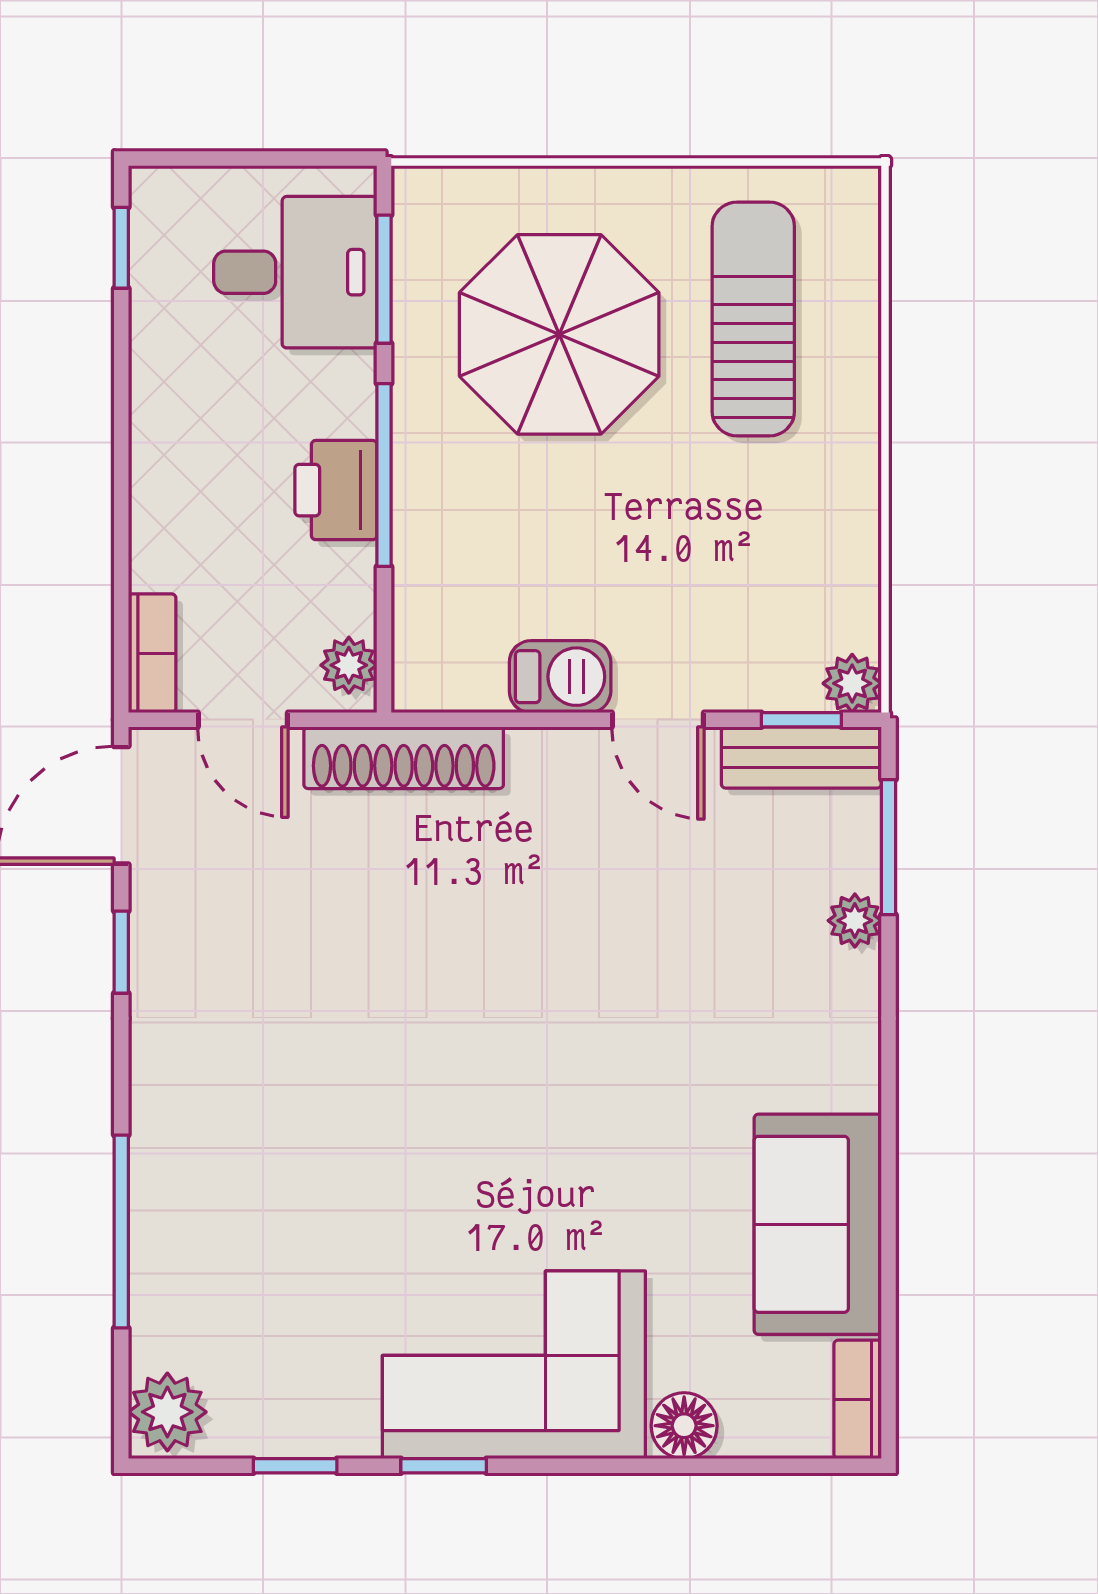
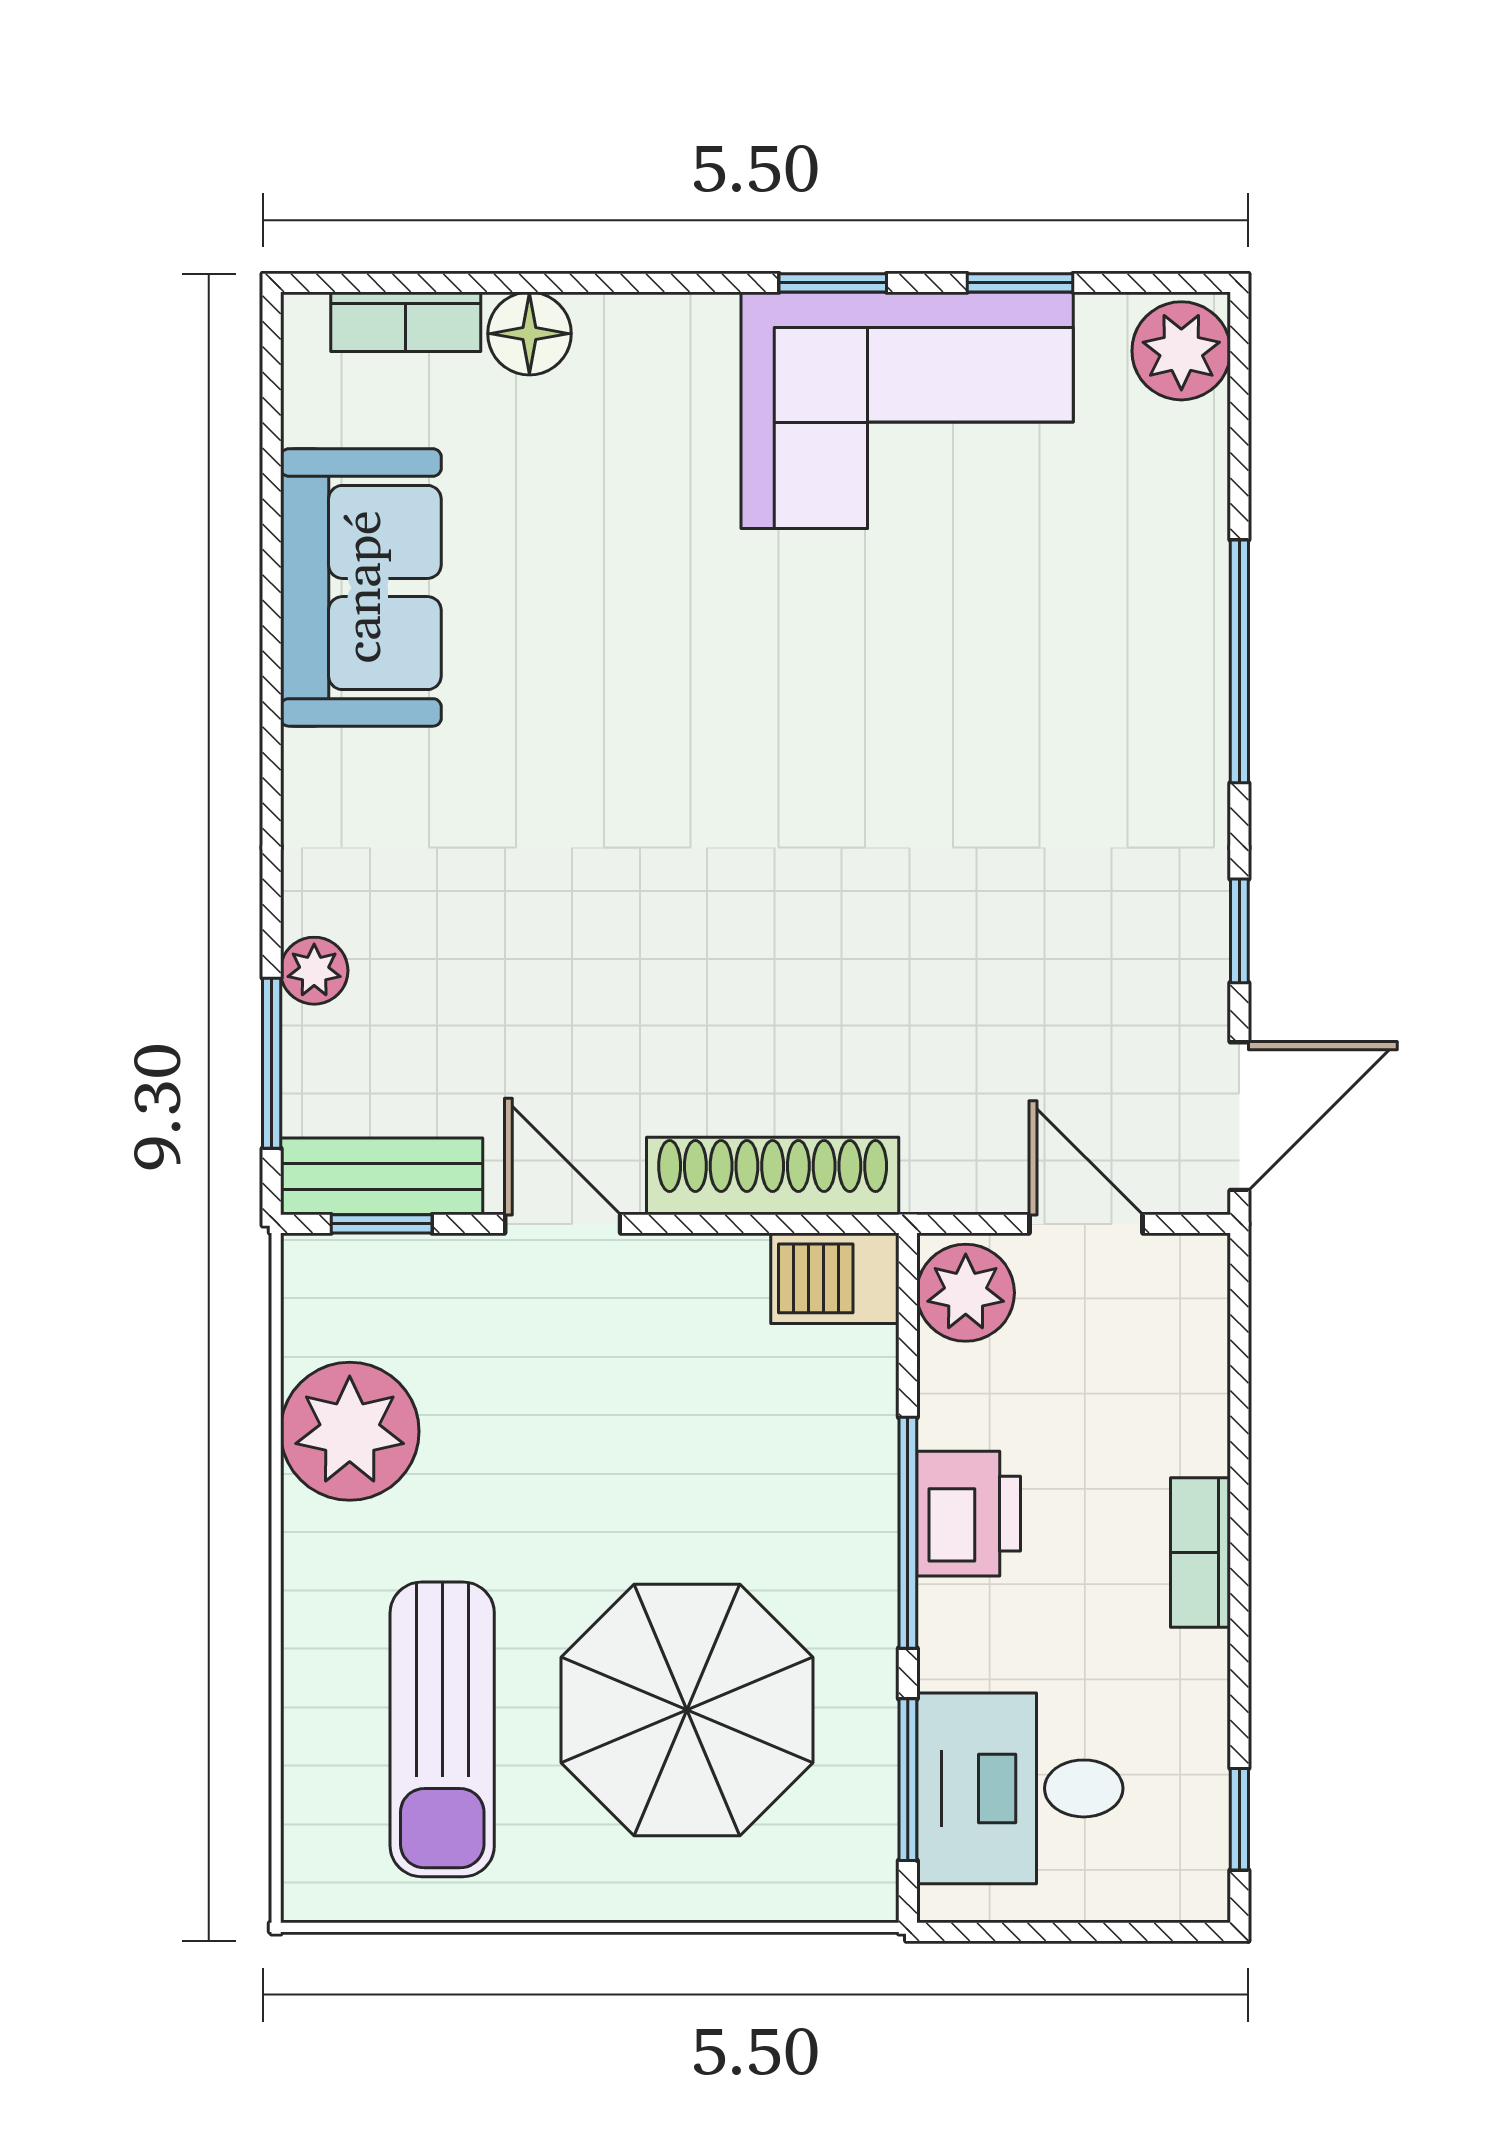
bookcase: (152, 653) -> (1201, 1553), moved
plant: (349, 665) -> (966, 1293), width x1.38, depth x1.38
barbecue: (560, 677) -> (835, 1278), moved
plant: (852, 683) -> (350, 1431), moved, width x1.87, depth x1.87
shoe rack: (404, 758) -> (773, 1176), moved
window: (121, 1231) -> (1239, 661), moved
corner sofa: (514, 1365) -> (907, 410), moved
bookcase: (858, 1399) -> (406, 322), moved, turned 90

